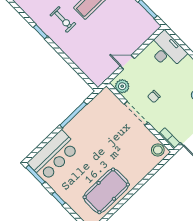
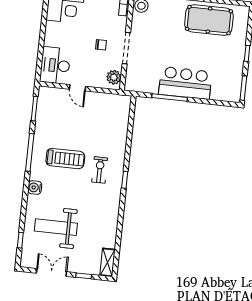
door: (127, 62) -> (78, 88), moved
bar counter: (53, 156) -> (185, 83), moved

